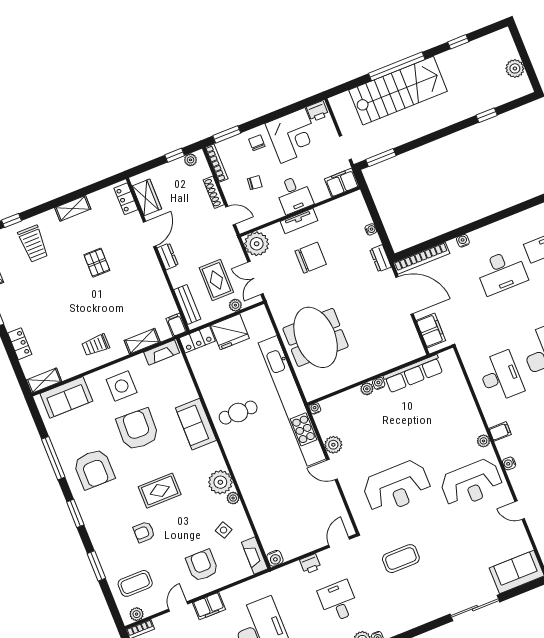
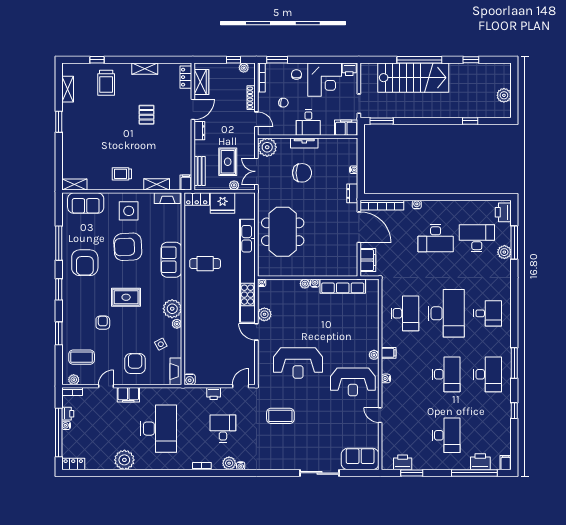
locker: (20, 344) -> (67, 151), removed
armchair: (138, 429) -> (128, 247), turned -95
armchair: (144, 532) -> (103, 323), turned 90

